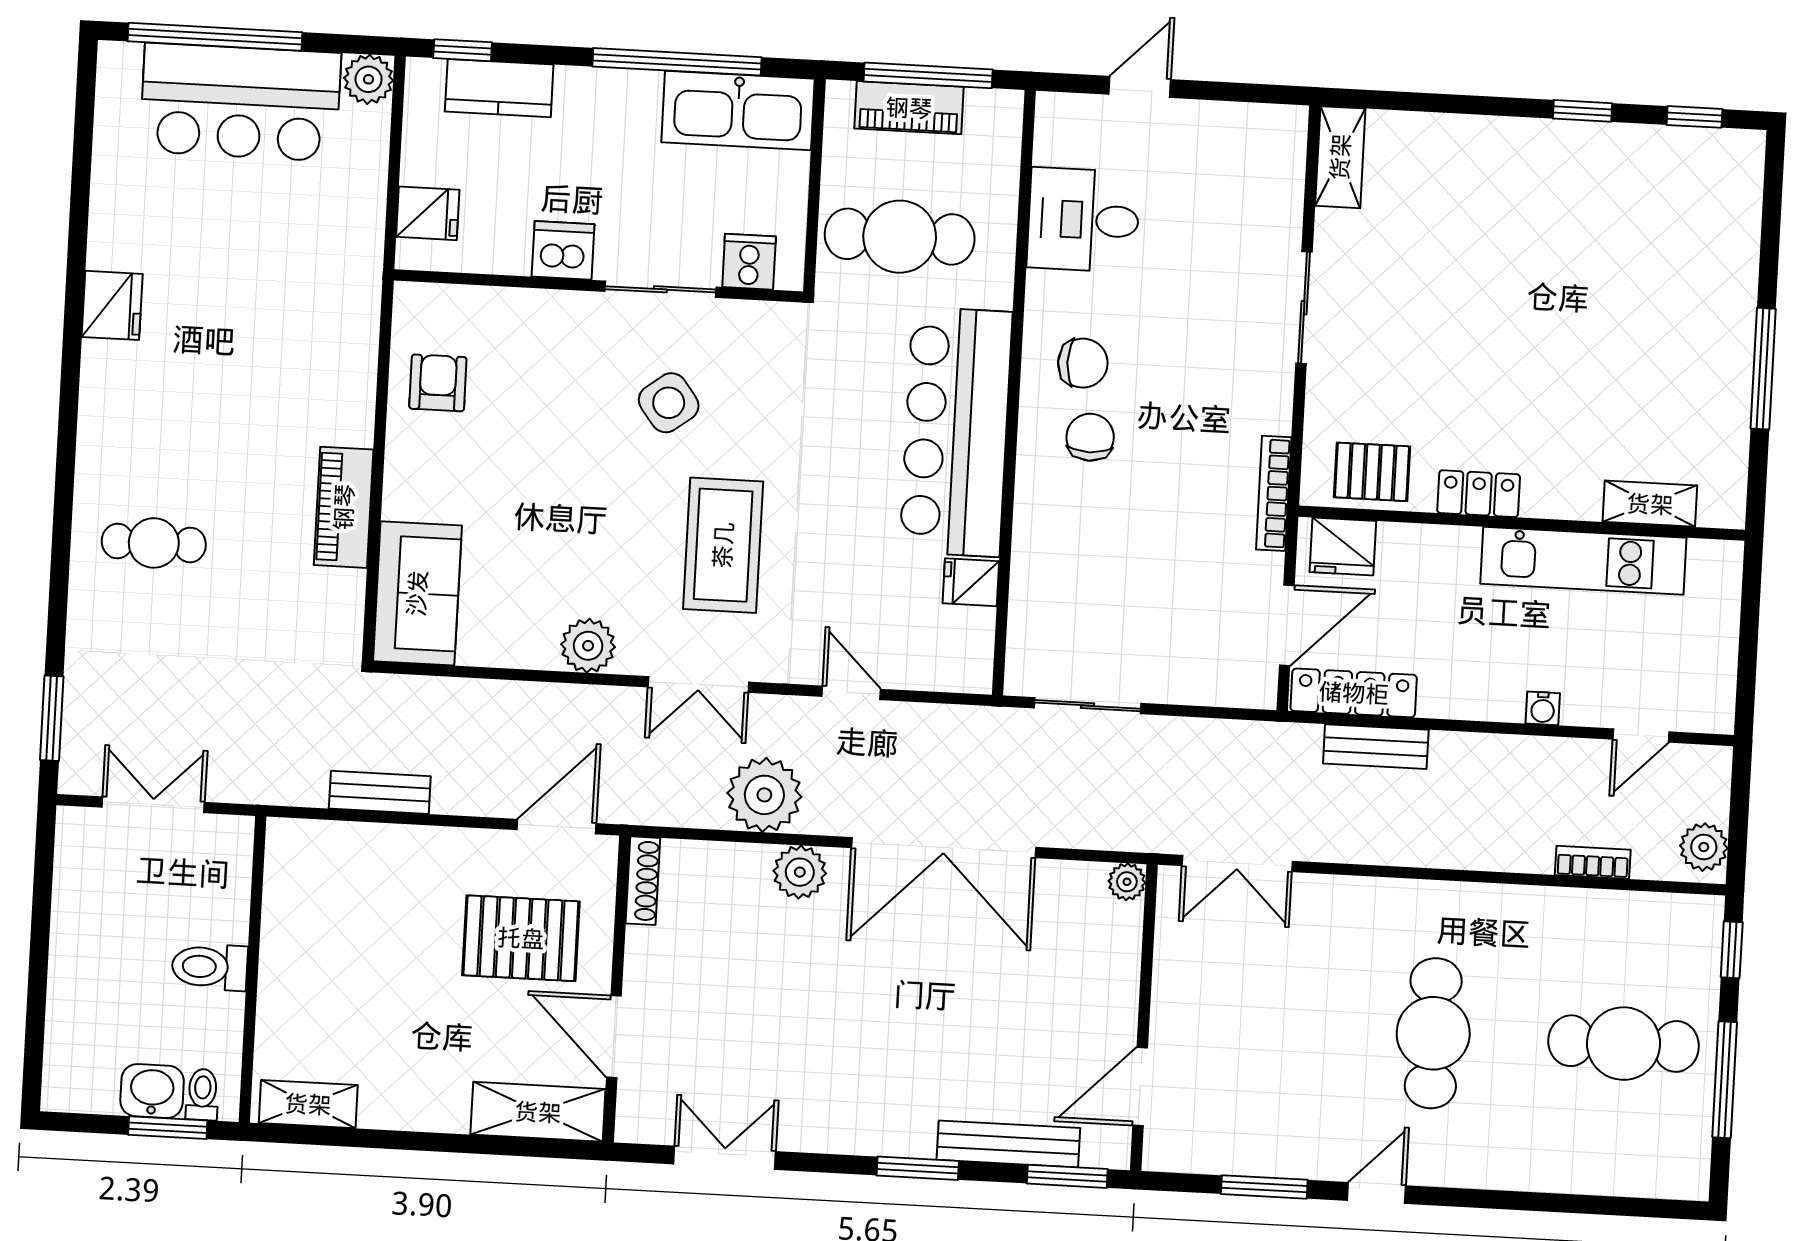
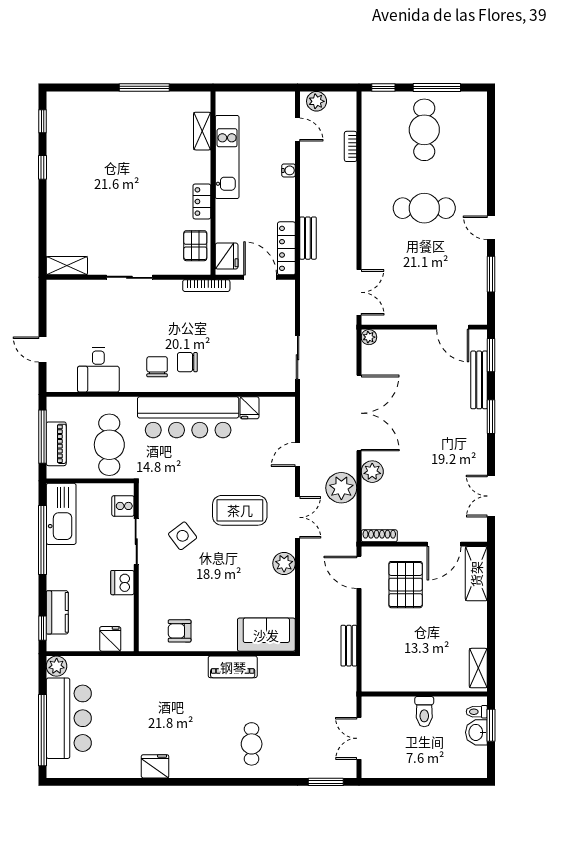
plant: (1704, 847) -> (317, 101), moved

